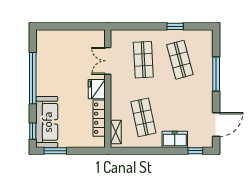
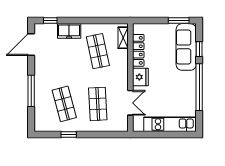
kitchen unit: (65, 38) -> (170, 124), added
window: (33, 131) -> (199, 49), moved

